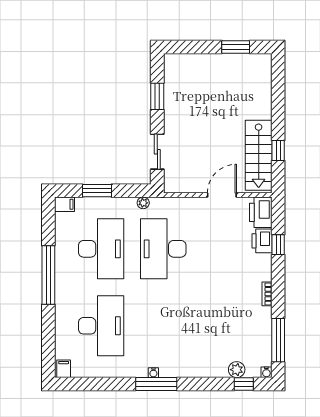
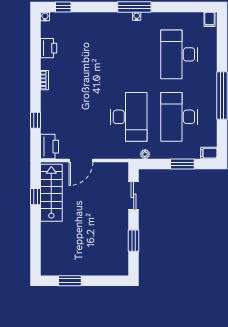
printer: (262, 241) -> (49, 48), moved
window: (278, 340) -> (35, 43), removed
plant: (237, 370) -> (69, 19), removed

